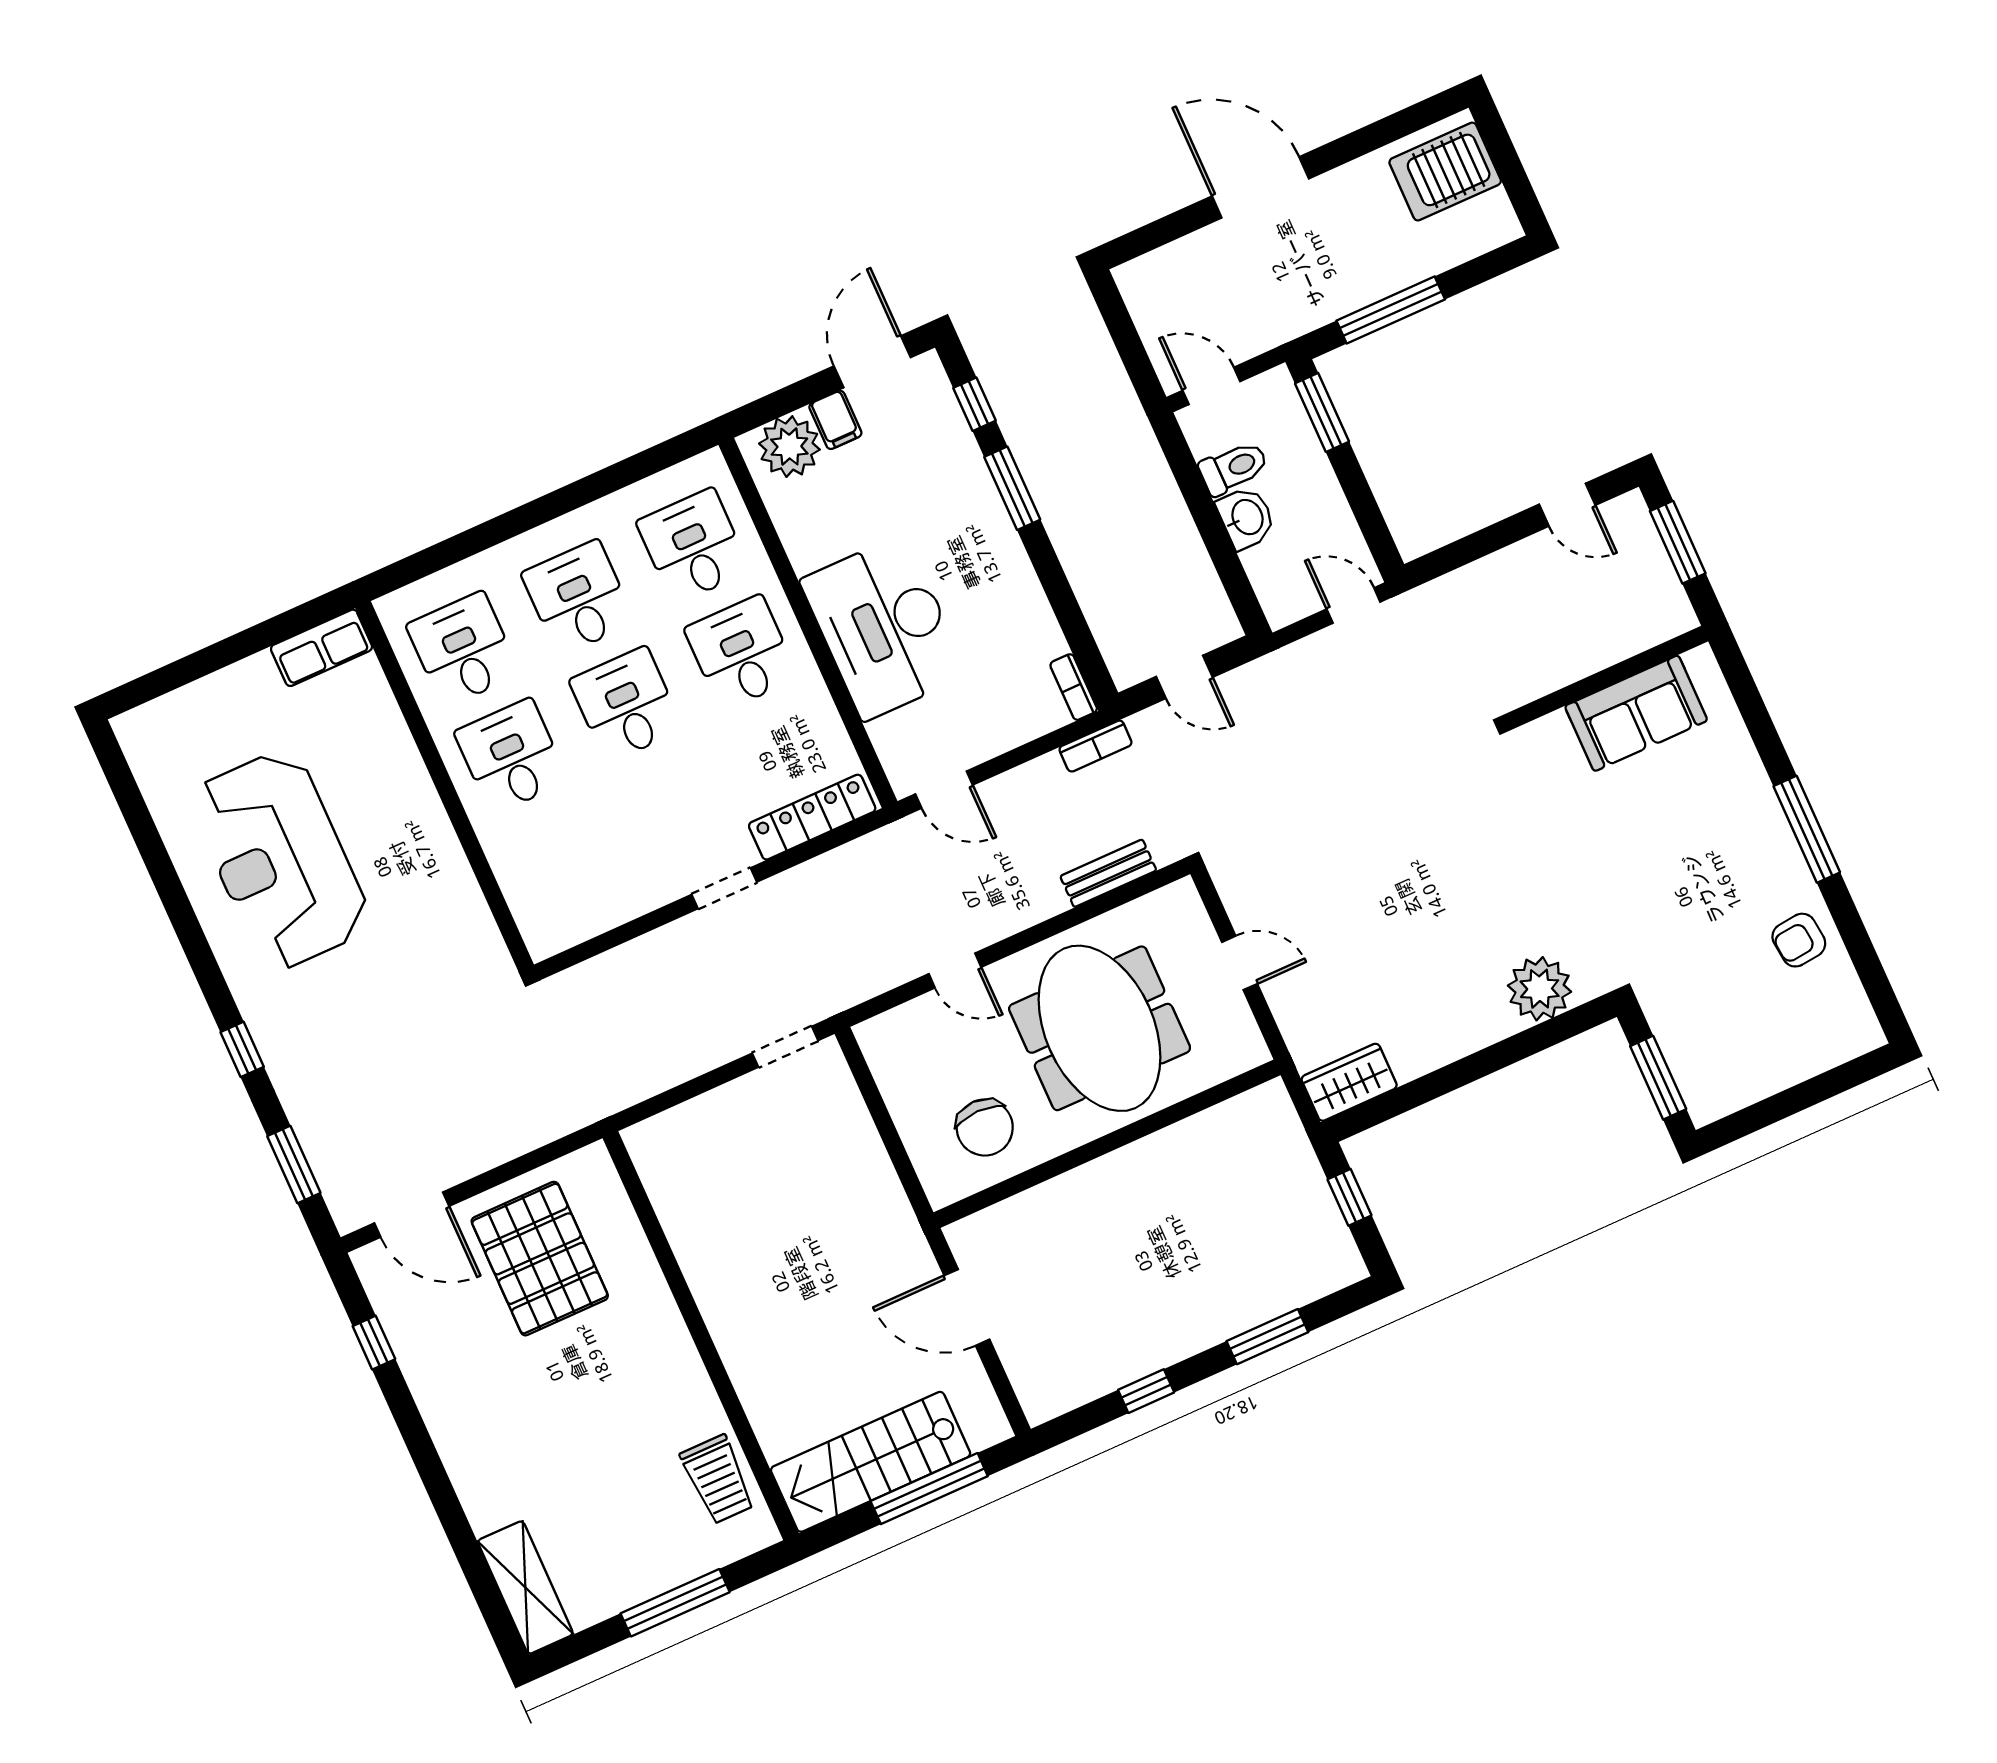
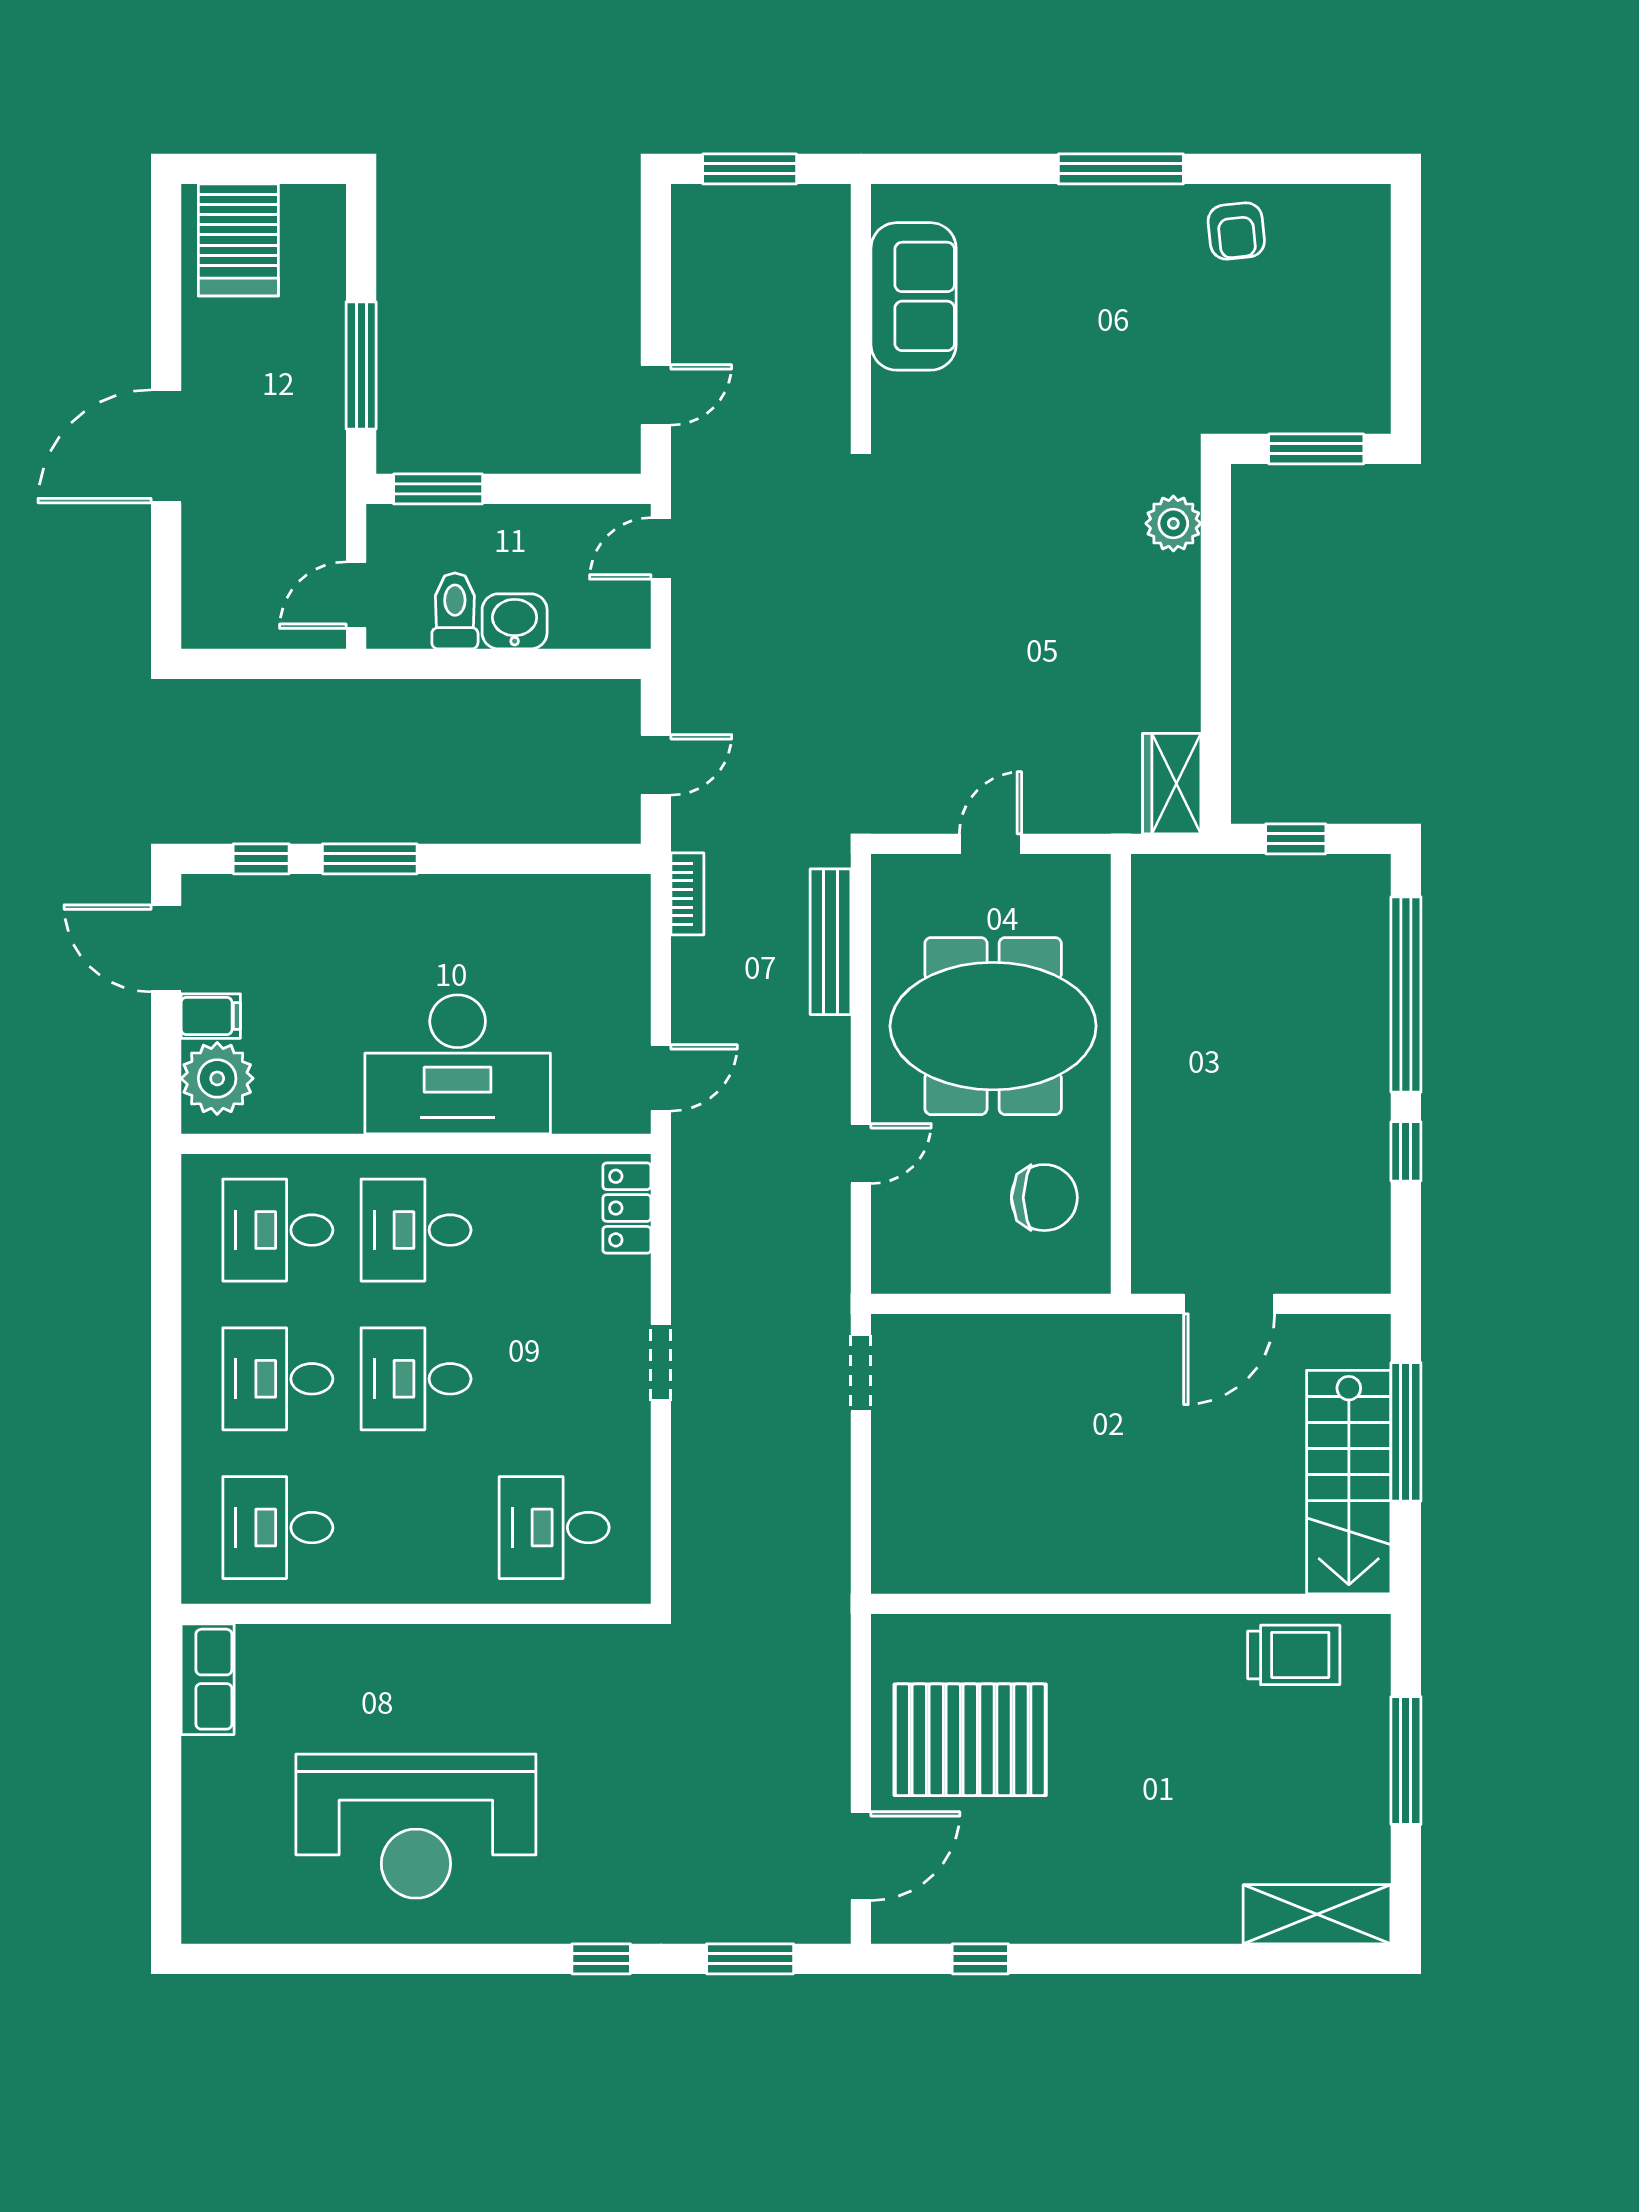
door: (1567, 505) -> (656, 395), moved
bookcase: (1074, 687) -> (613, 889), removed
desk: (511, 756) -> (554, 1528), moved
locker: (812, 817) -> (627, 1208), width x0.66
bench: (1108, 873) -> (831, 942), width x1.36
plant: (1540, 989) -> (1173, 523), width x0.73, depth x0.73
window: (1267, 1337) -> (1406, 995), width x2.11

